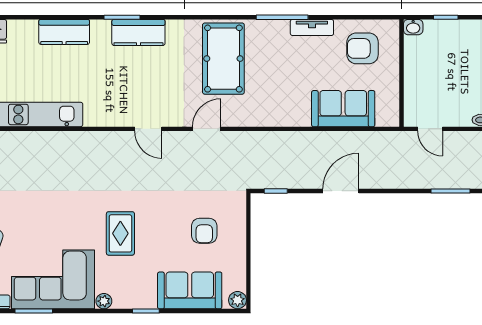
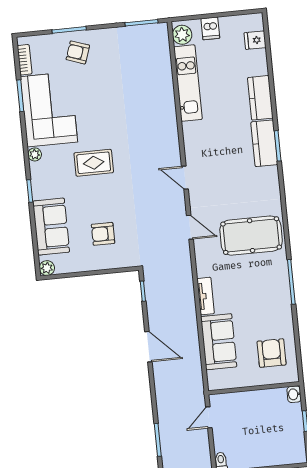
tv unit: (312, 27) -> (206, 296), moved, turned 180
kitchen counter: (138, 32) -> (264, 143), moved
door: (148, 129) -> (185, 178), hinge flipped

